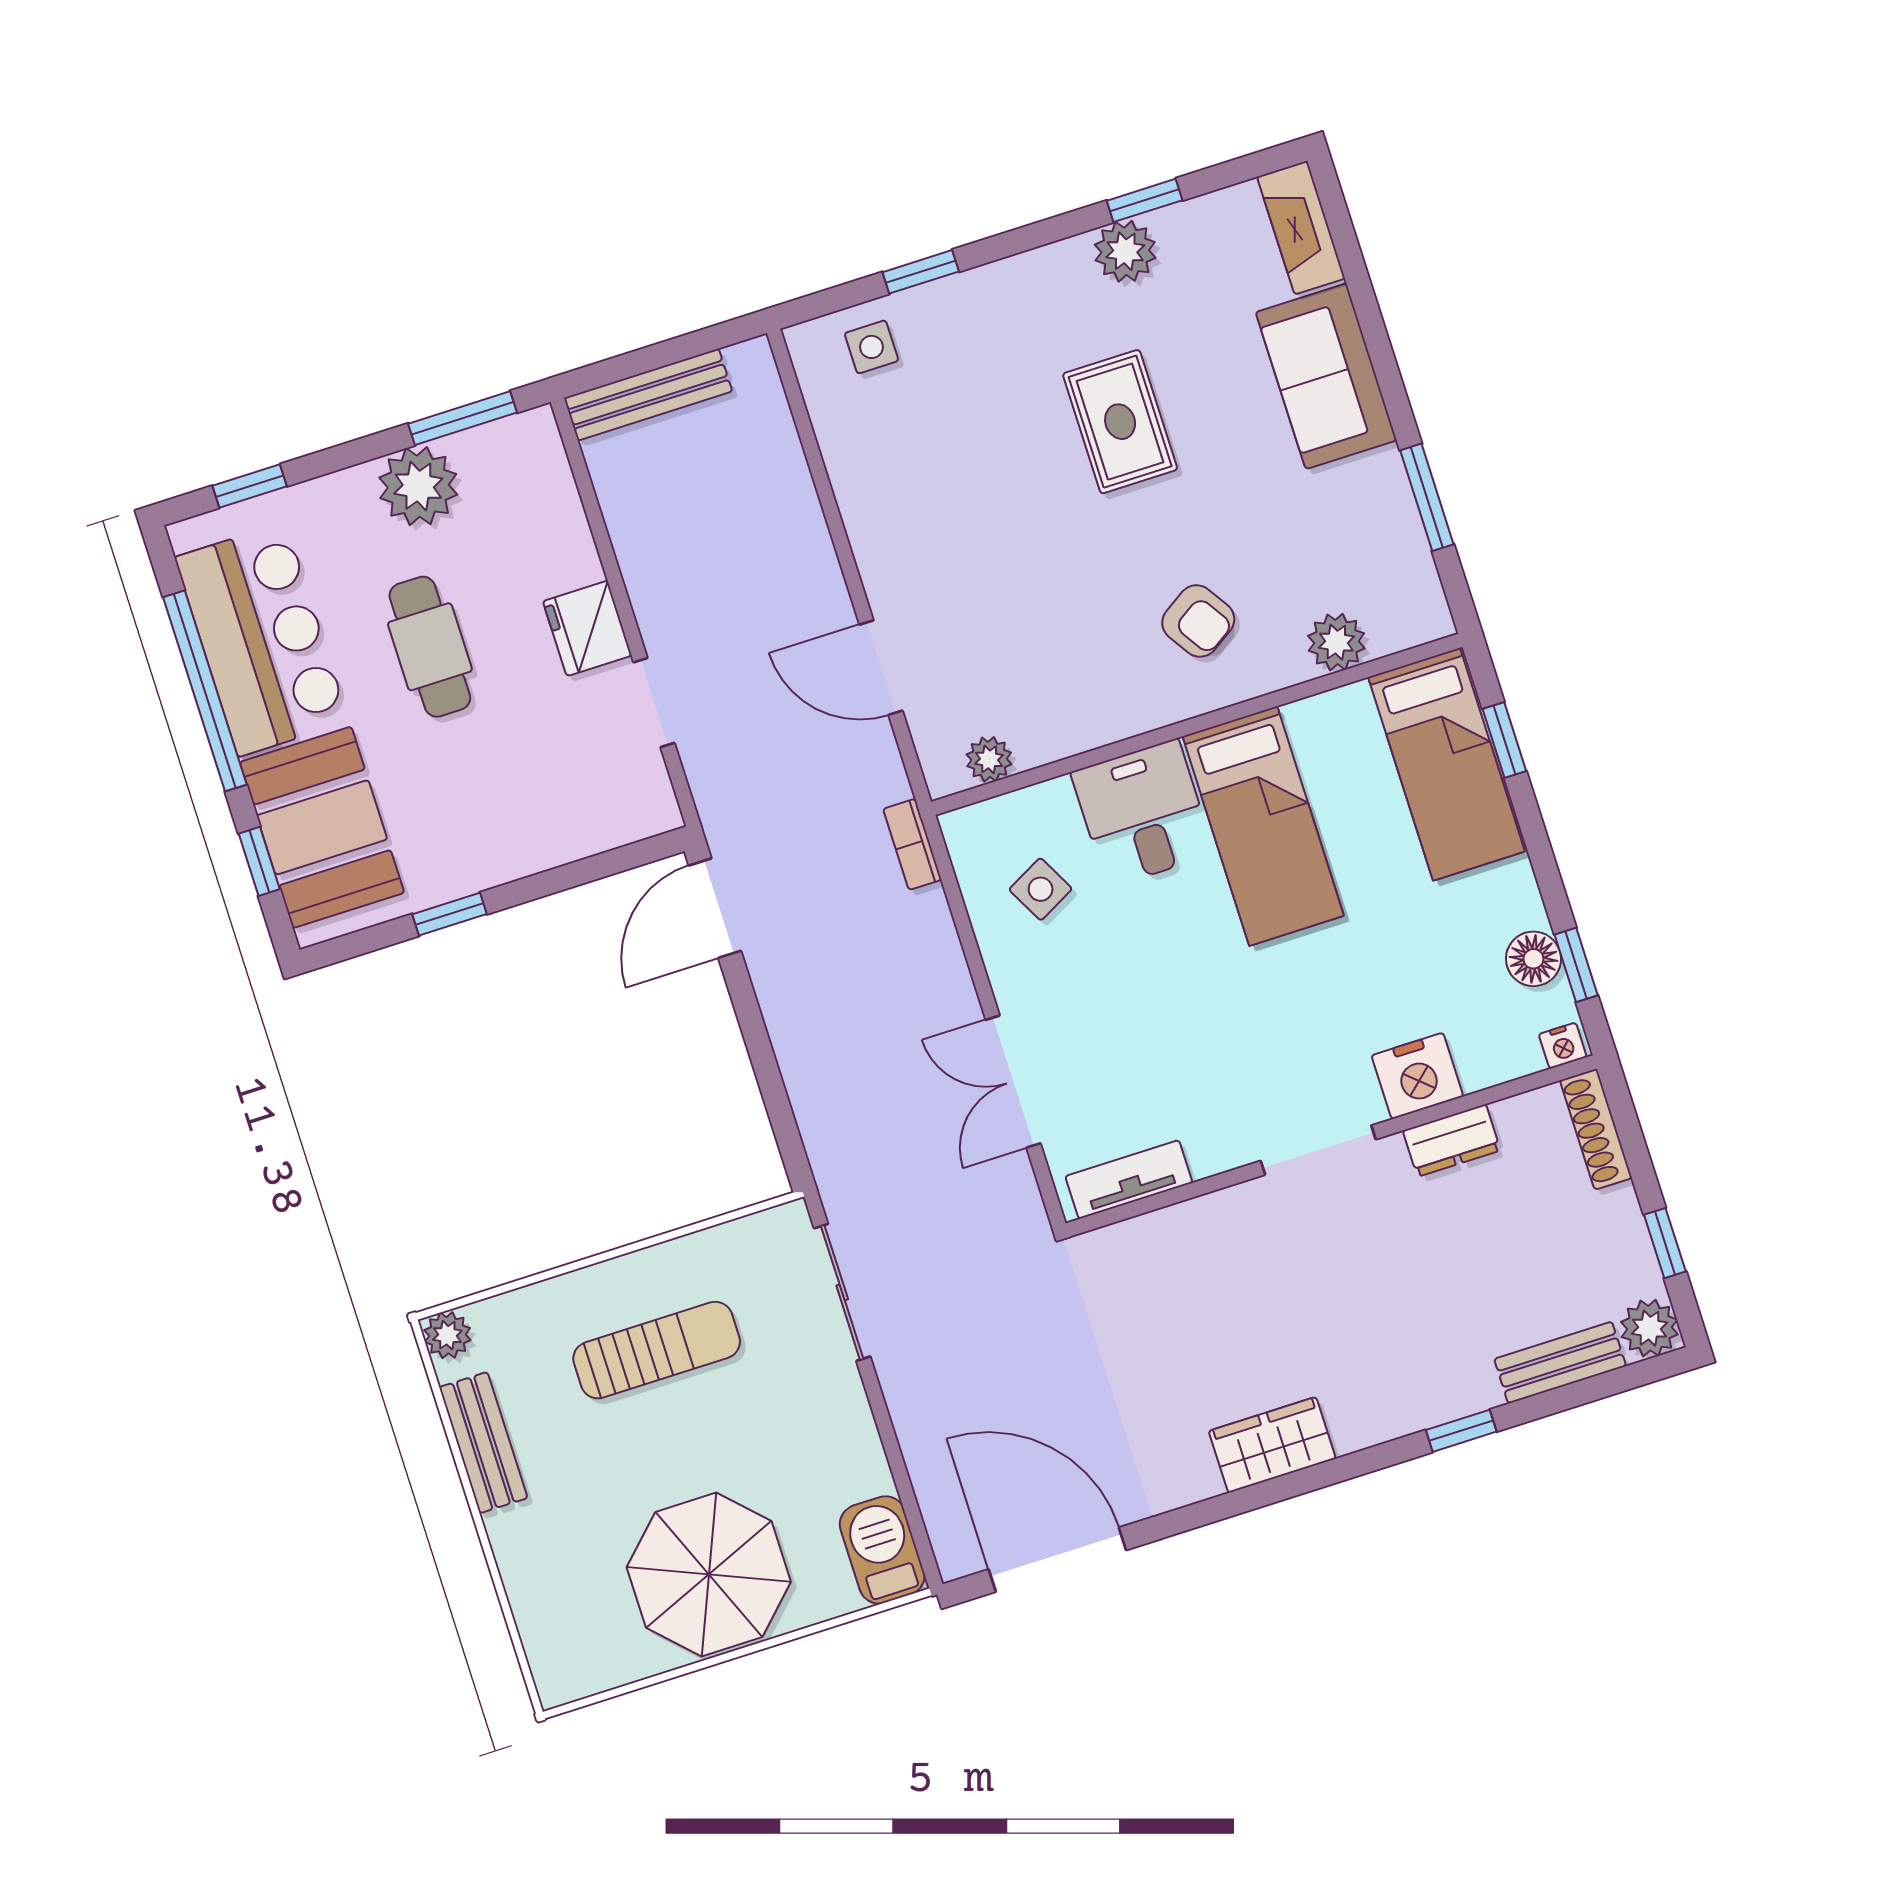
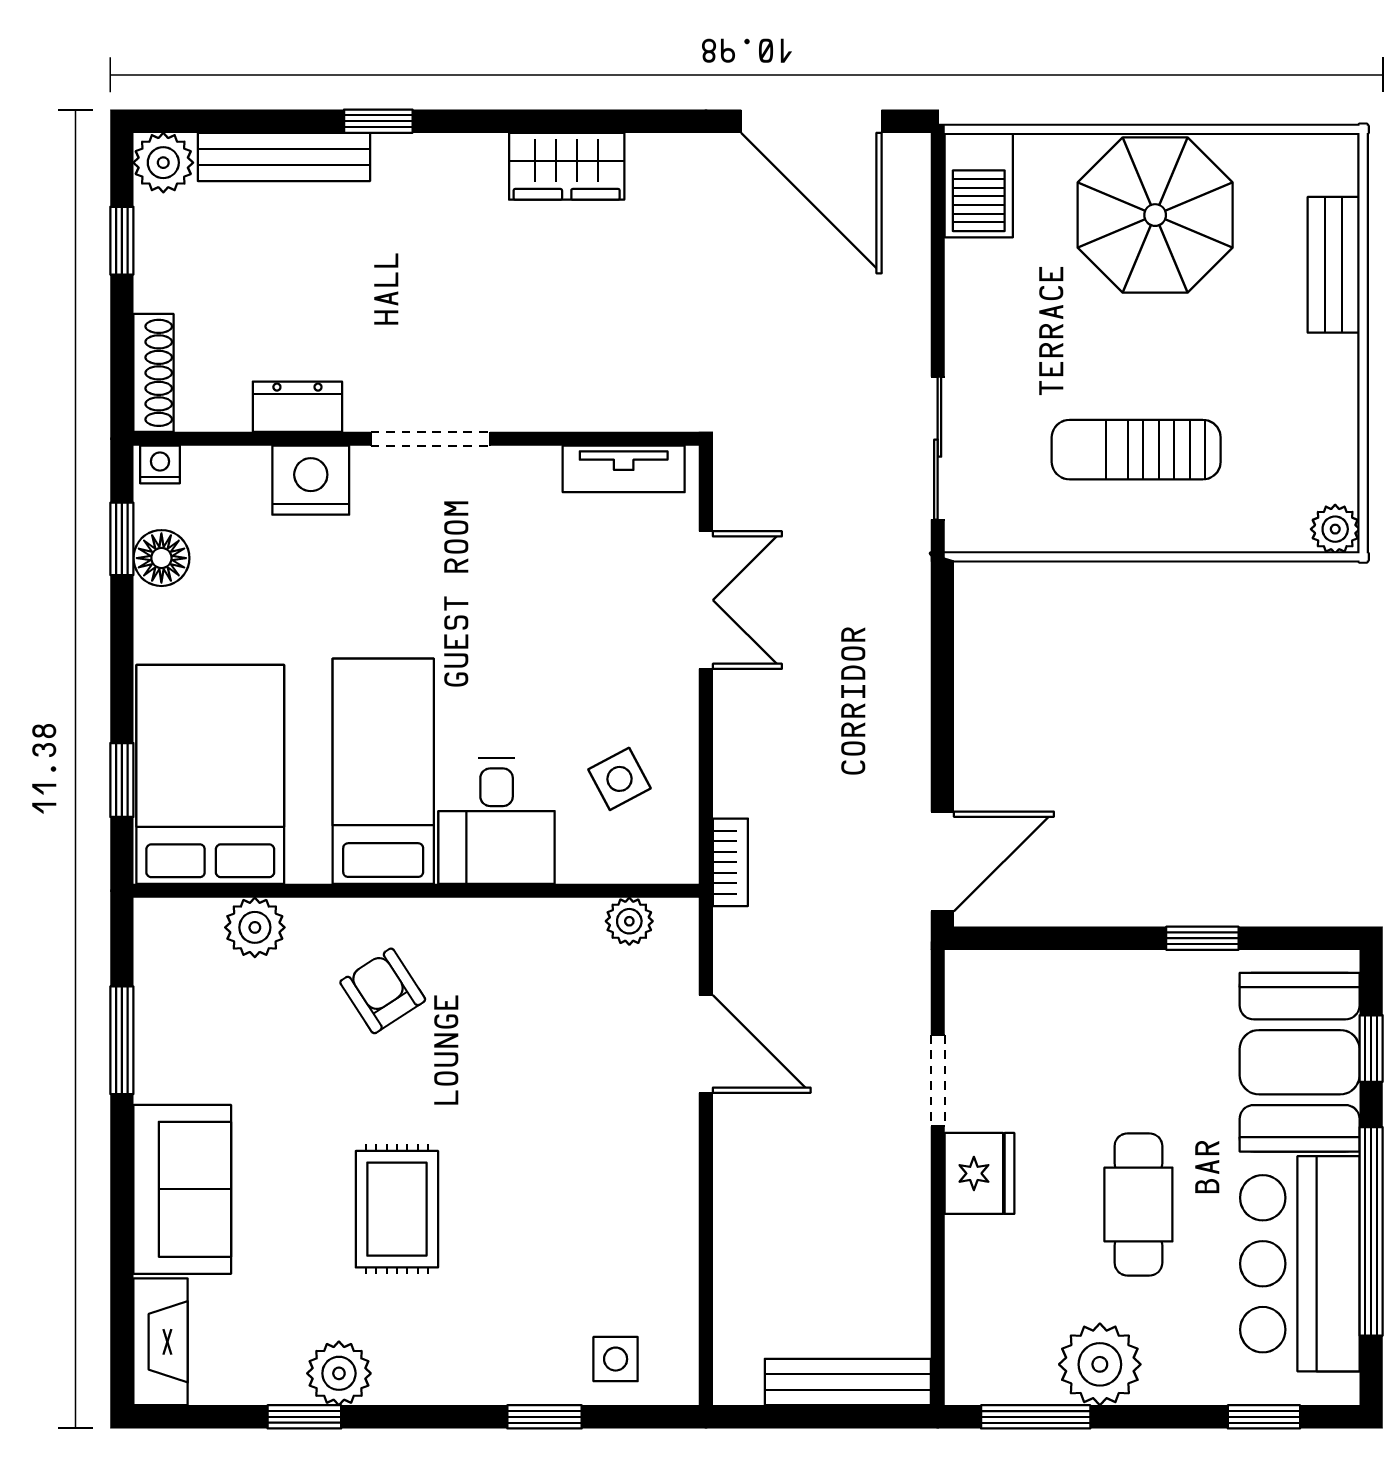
bed: (1446, 764) -> (210, 774), width x1.50
bench: (1560, 1363) -> (284, 157), width x1.36
bench: (483, 1443) -> (1334, 265), moved

